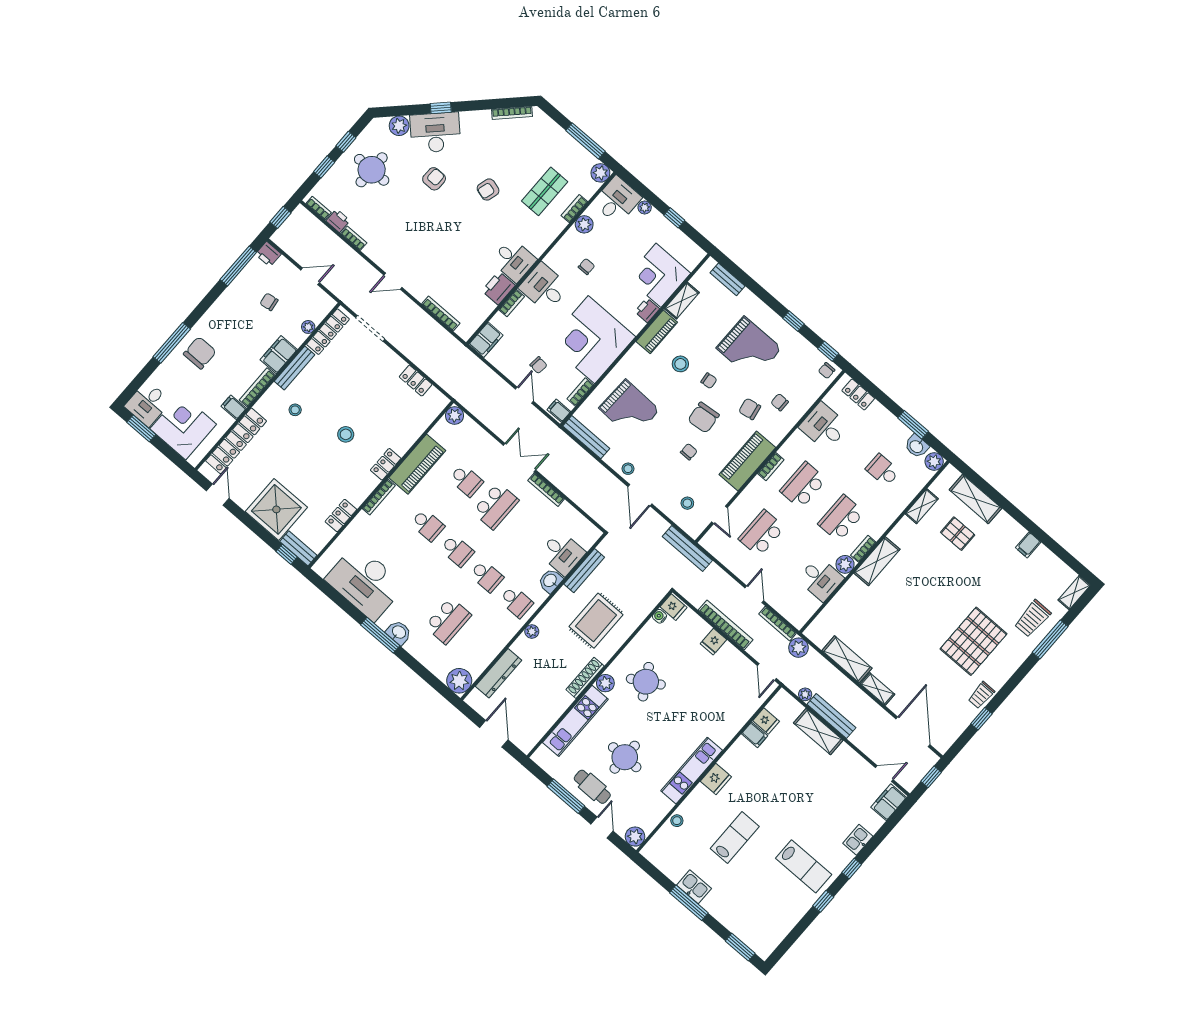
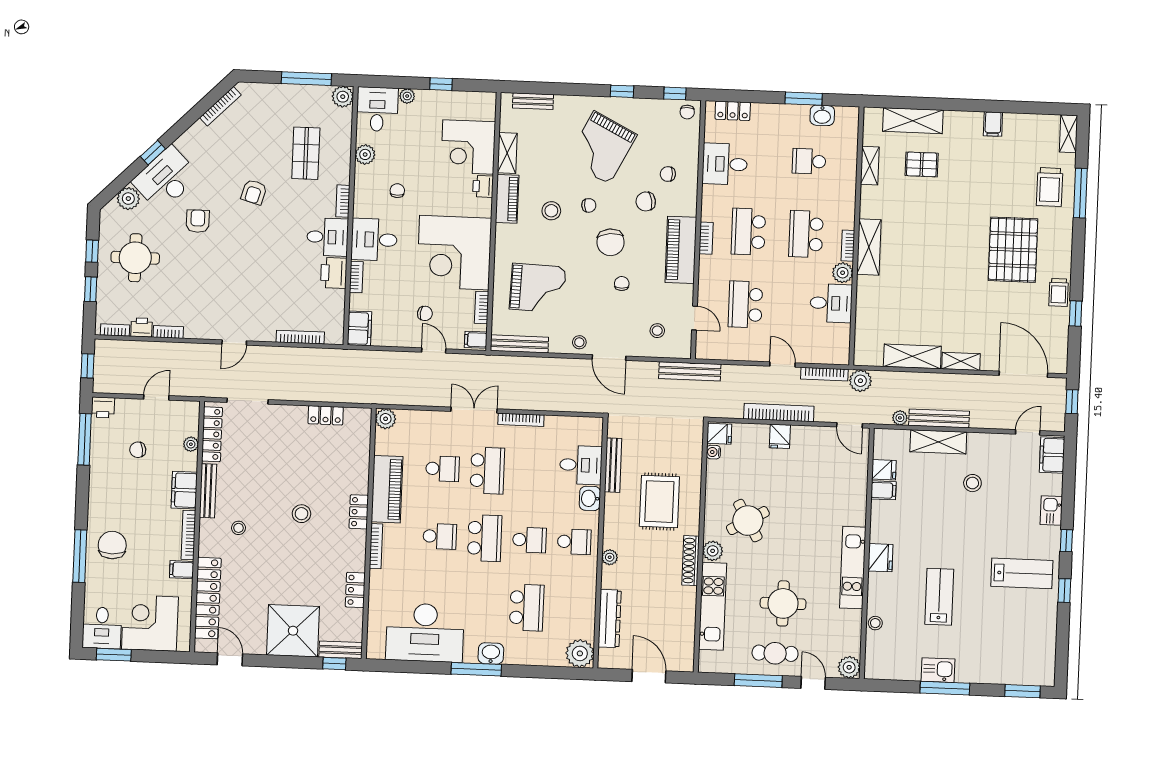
bookcase: (574, 209) -> (343, 201), moved
grand piano: (749, 348) -> (602, 148), turned 117
plant: (934, 461) -> (849, 117), removed
school desk: (457, 551) -> (485, 538), width x1.85
stool: (819, 778) -> (972, 483), added

